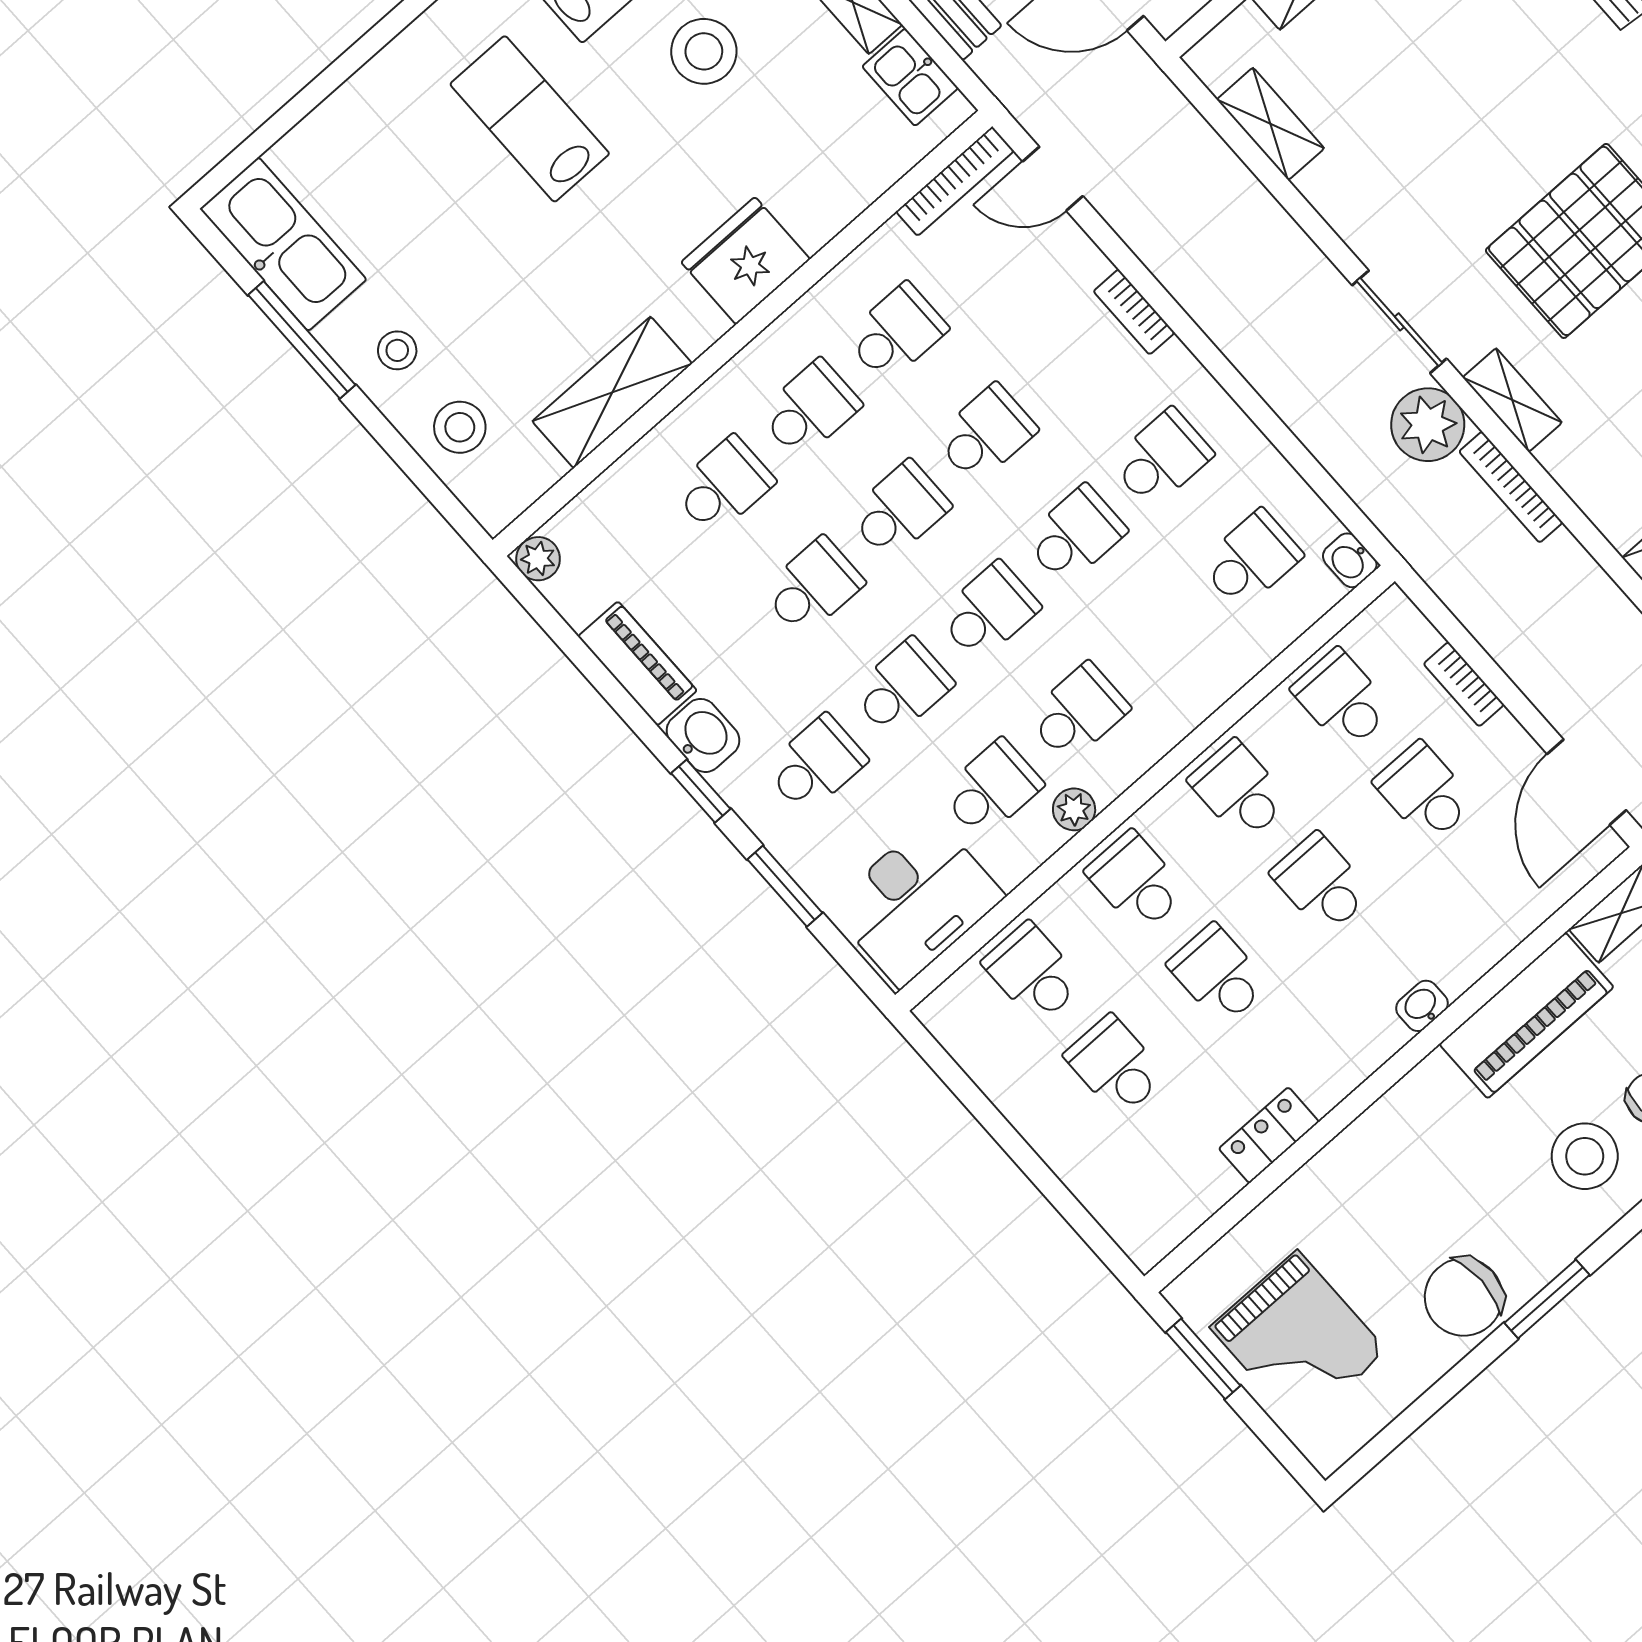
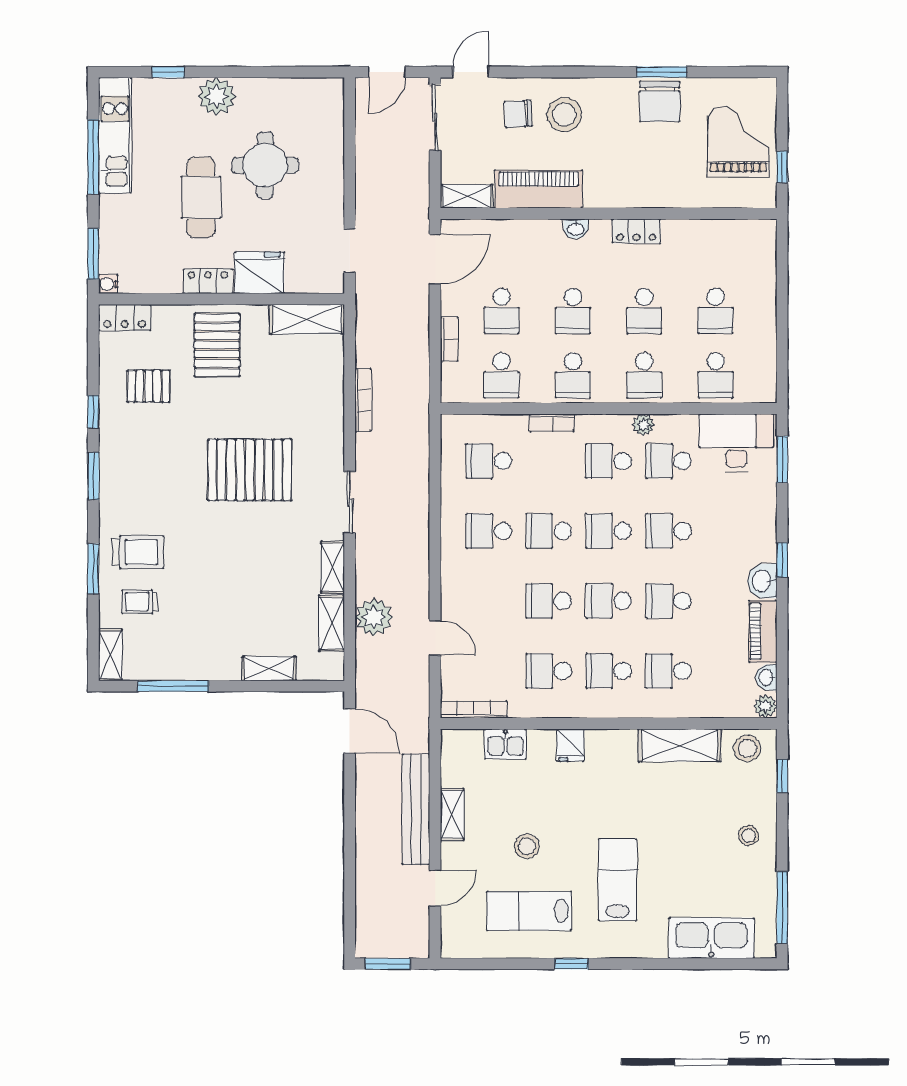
stool: (704, 51) -> (527, 846), width x0.73, depth x0.73
kitchen sink: (910, 77) -> (506, 744), moved, turned 90
lab bench: (530, 119) -> (618, 880), turned 180
door: (1053, 179) -> (435, 638), moved
kitchen sink: (283, 244) -> (711, 938), moved, turned 90
fridge: (746, 261) -> (570, 745), width x0.53, depth x0.75
bookcase: (1134, 312) -> (552, 423), moved, turned 90
window: (302, 340) -> (782, 908), moved
shelving: (1512, 400) -> (333, 567), moved
plant: (1428, 425) -> (374, 617), moved
stool: (460, 427) -> (747, 748), moved
window: (425, 479) -> (782, 776), added
washbasin: (1350, 560) -> (766, 677), moved, turned 180
school desk: (816, 764) -> (728, 531), removed
window: (785, 886) -> (782, 459), moved
locker: (1269, 1135) -> (636, 231), moved
chair: (1464, 1297) -> (660, 101), turned 90
window: (1547, 1299) -> (662, 72), moved
window: (1203, 1359) -> (782, 167), width x0.67

